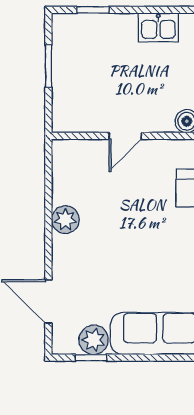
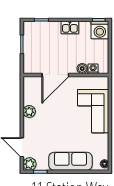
door: (125, 136) -> (55, 75), width x1.87
plant: (94, 340) -> (30, 164), moved

